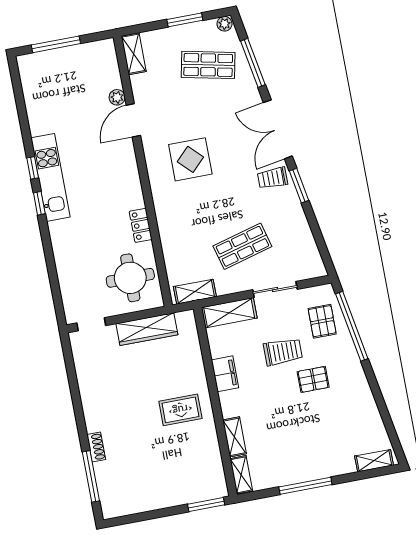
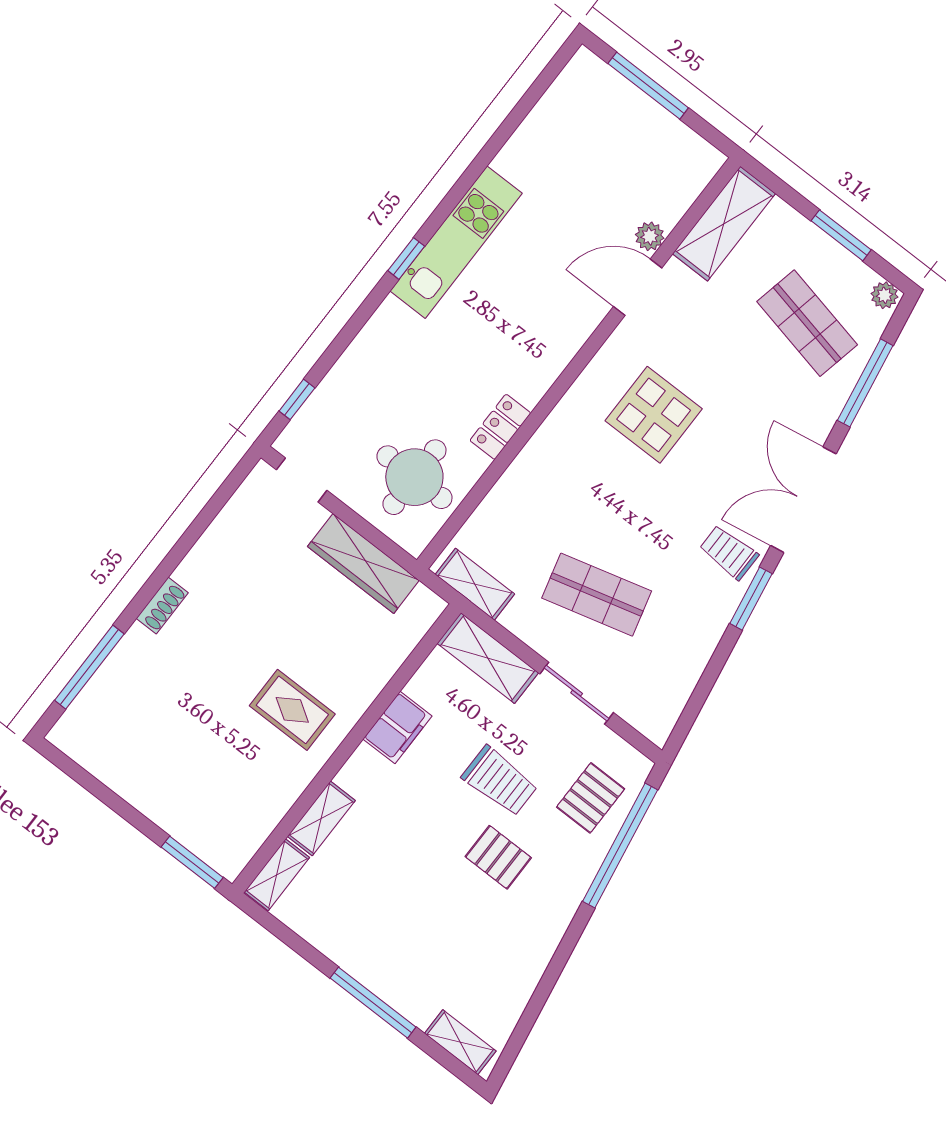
shelving: (134, 54) -> (724, 224), width x1.50, depth x1.33
window: (33, 168) -> (297, 399), moved
shoe rack: (96, 447) -> (162, 605), moved
window: (305, 486) -> (373, 1003), moved

